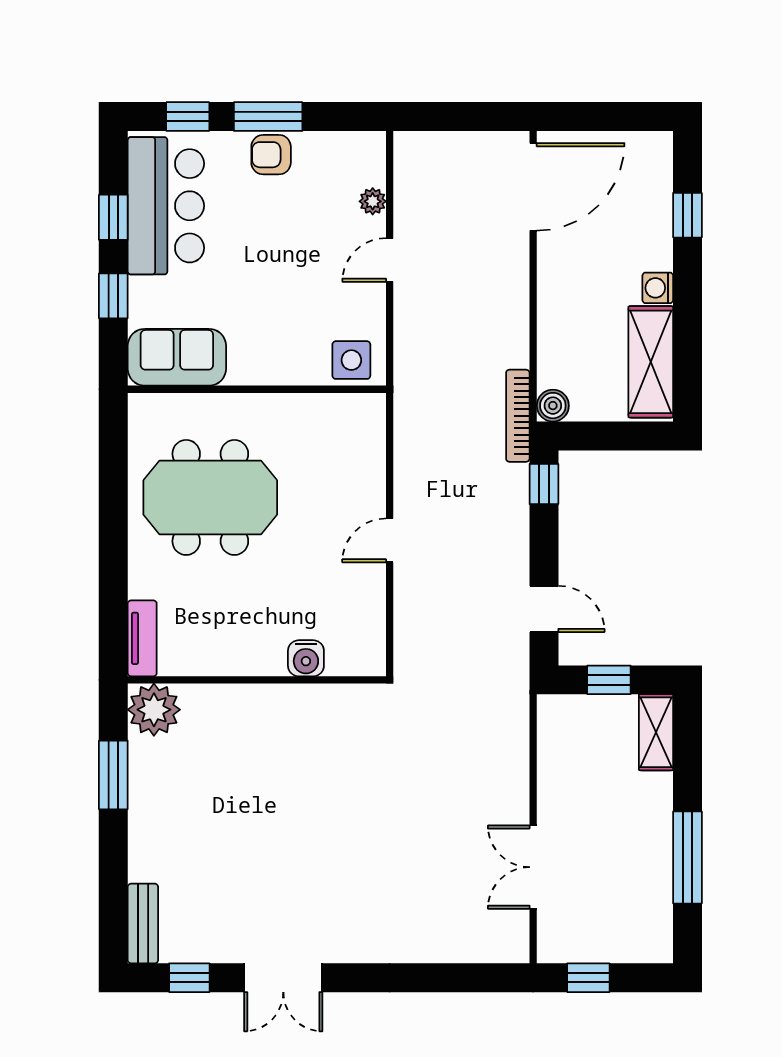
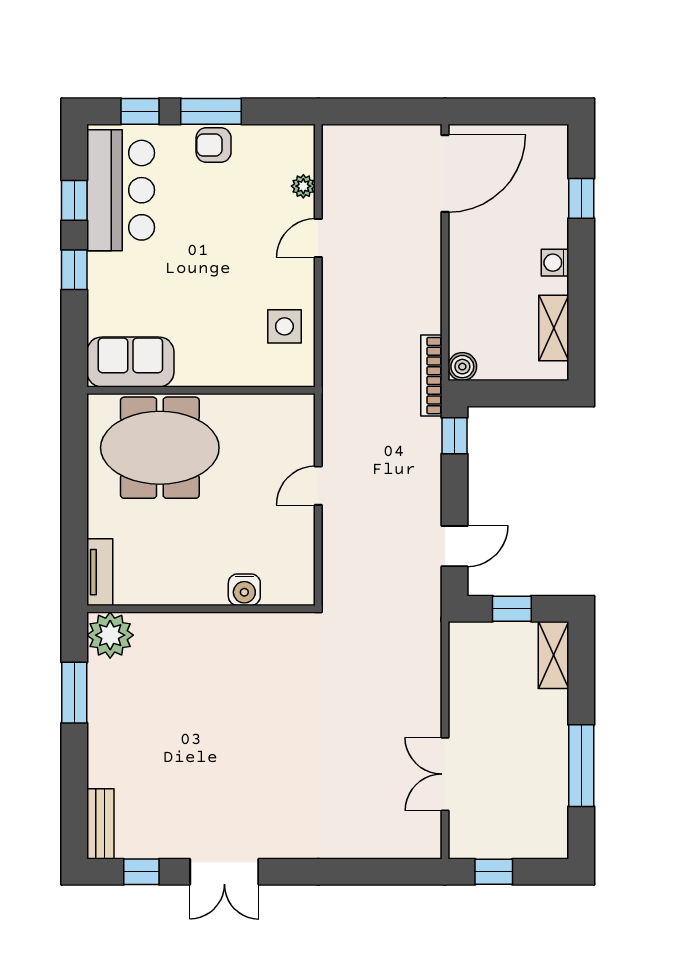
sofa: (177, 357) -> (130, 362), moved
shelving: (651, 362) -> (554, 328), width x0.67, depth x0.75
wall: (257, 389) -> (201, 390), moved
door: (544, 609) -> (454, 546), hinge flipped

